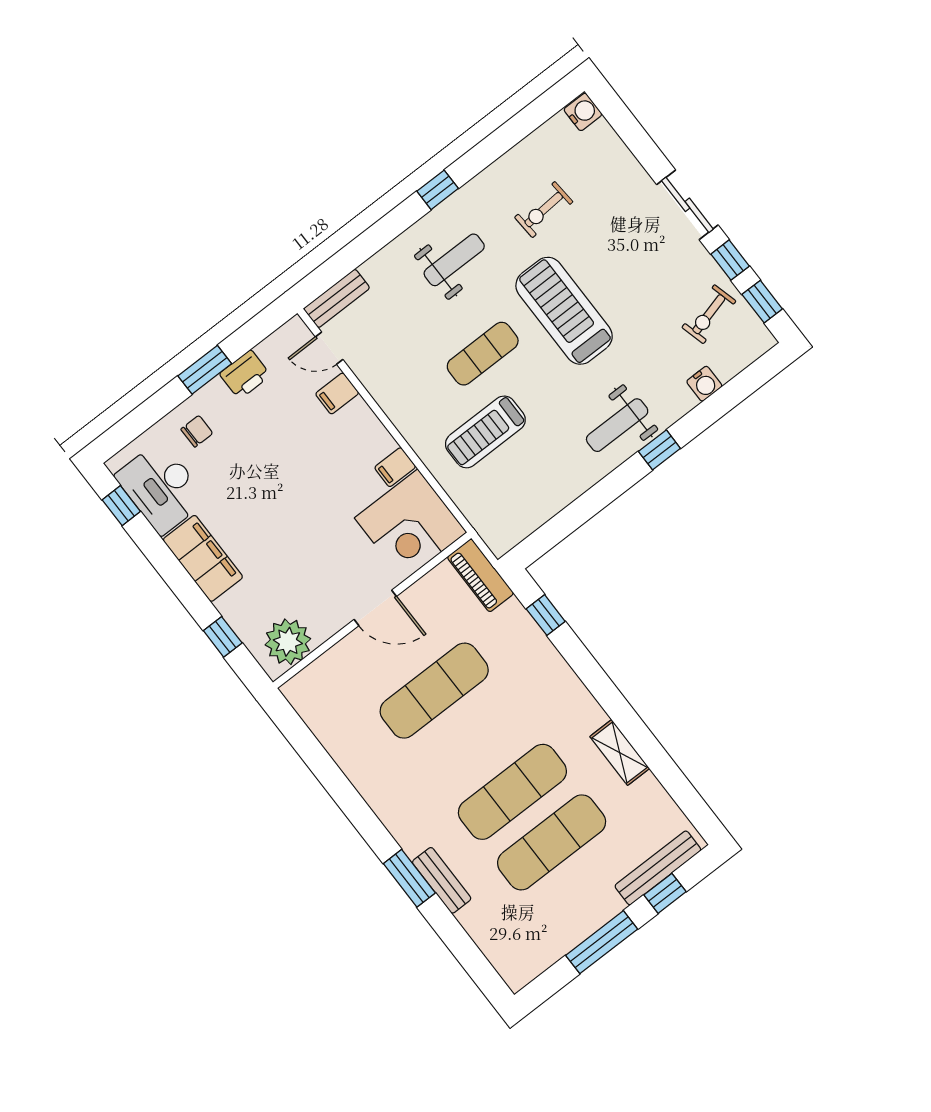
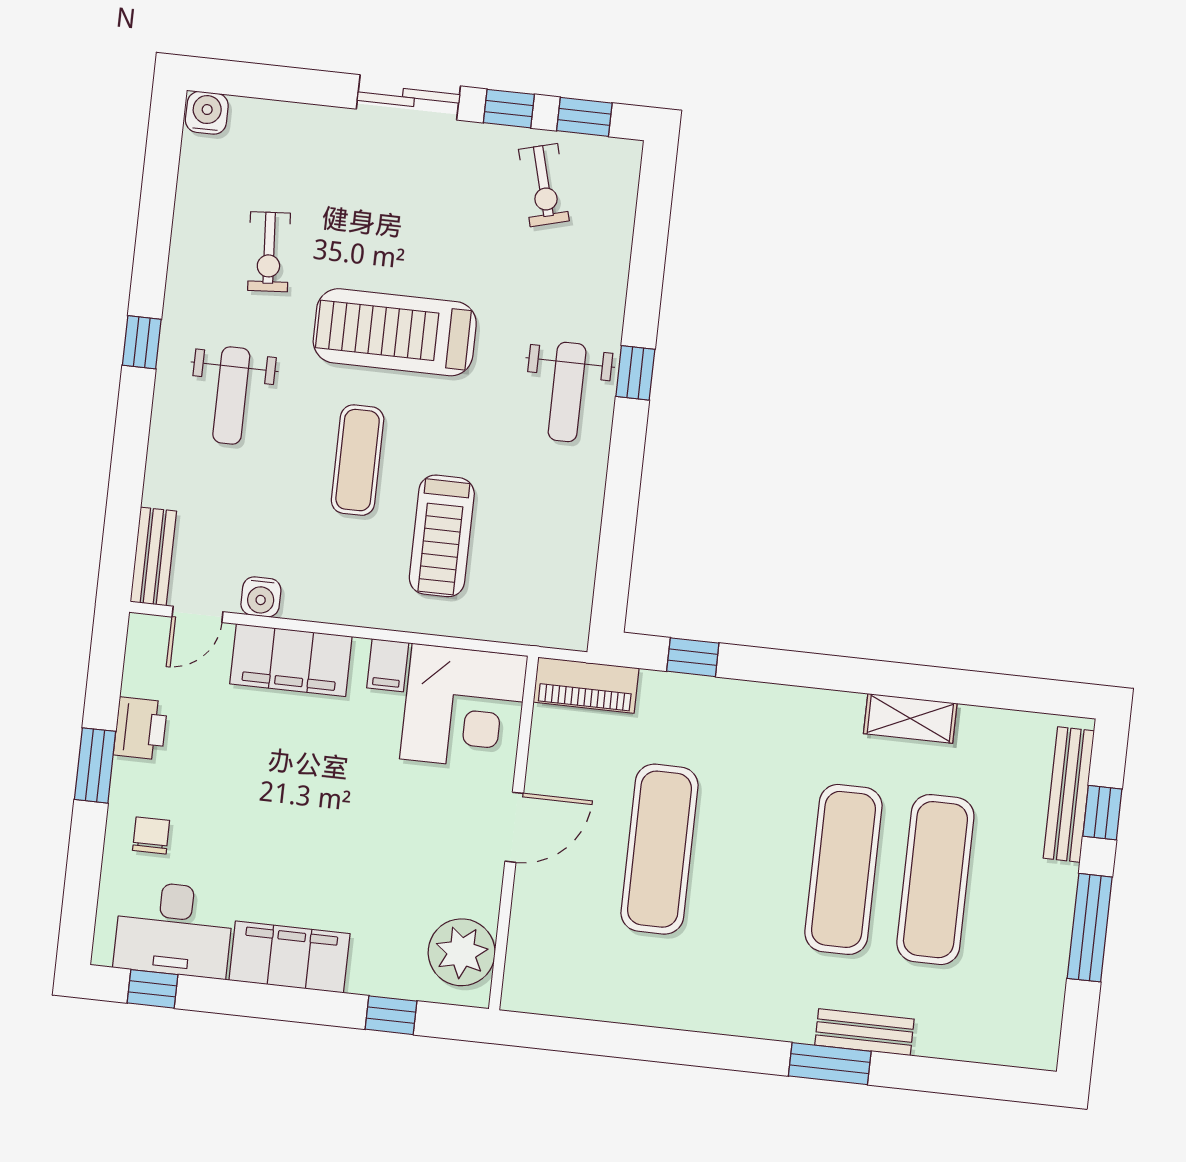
weight bench: (454, 260) -> (231, 395), turned 180
water cooler: (704, 384) -> (261, 597), moved, turned 90
filing cabinet: (337, 393) -> (291, 660), width x3.00, depth x1.17

